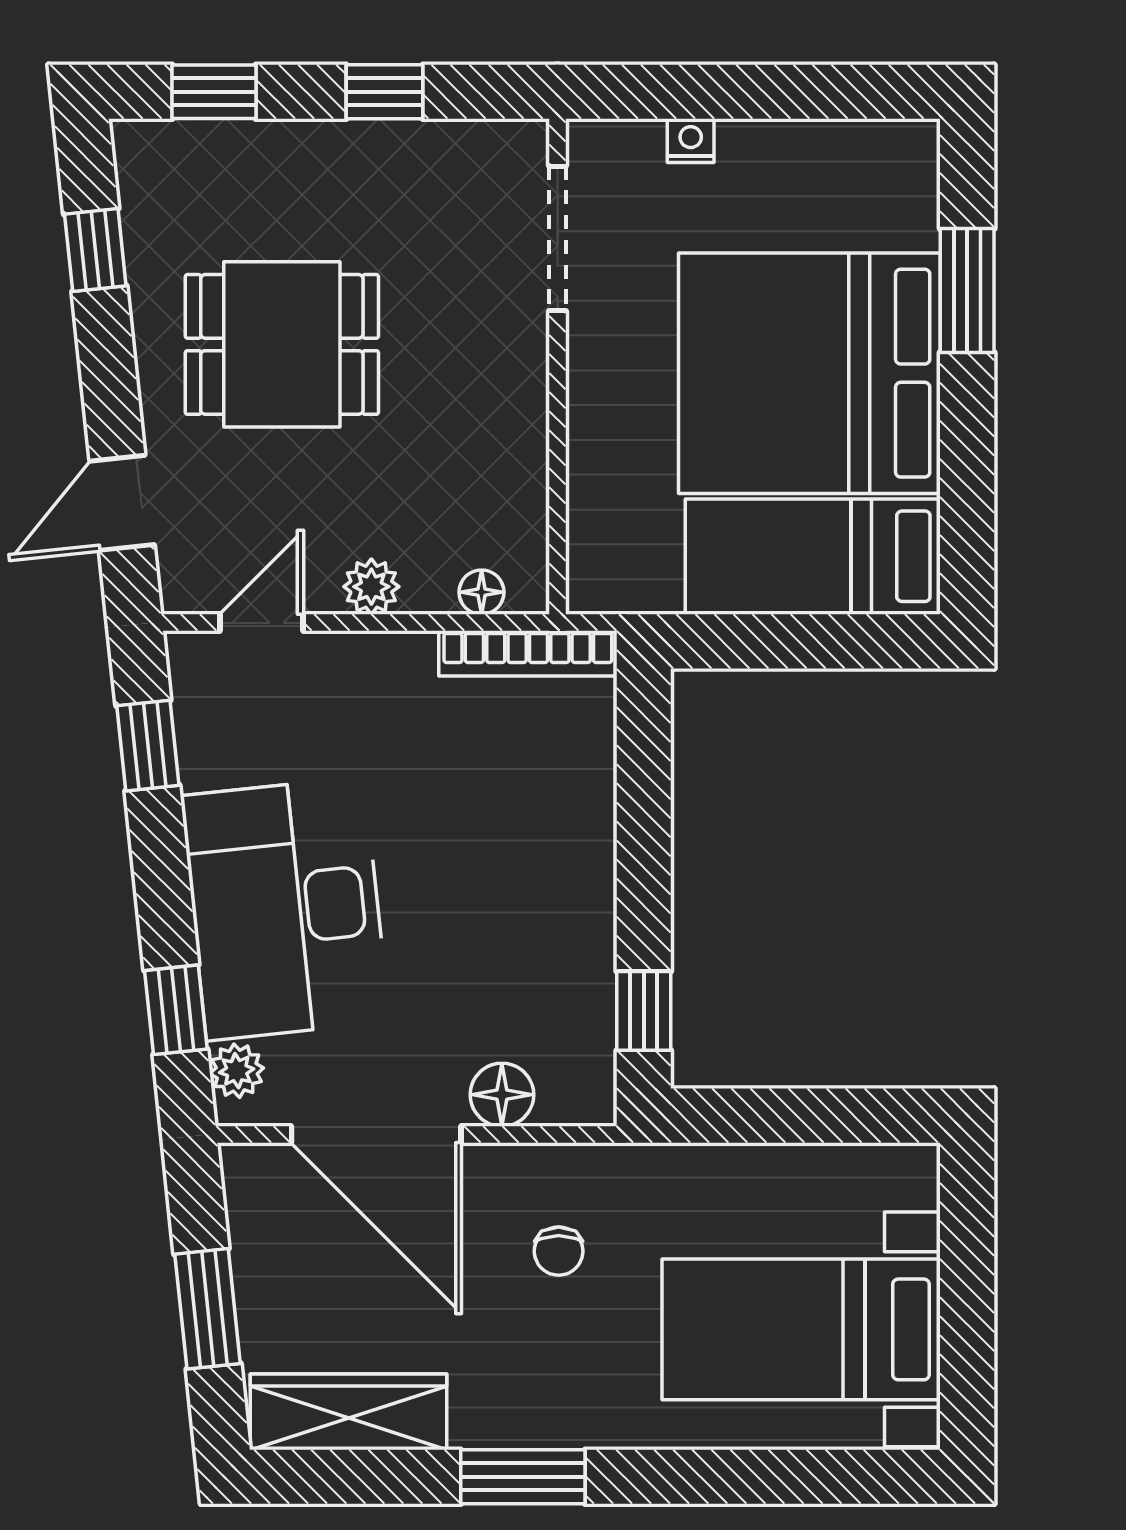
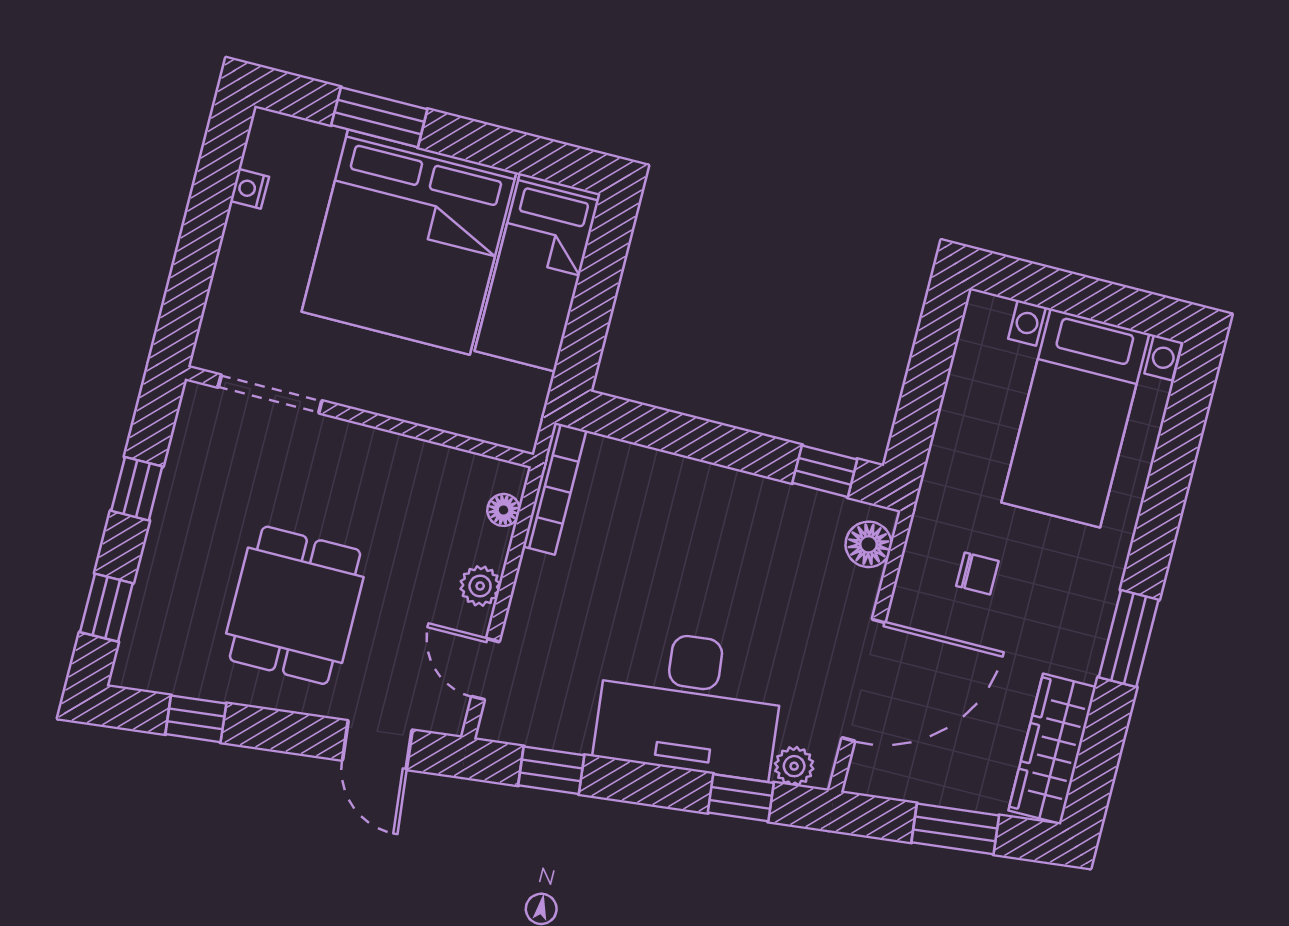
nightstand: (691, 141) -> (250, 189), moved
floor lamp: (502, 1095) -> (869, 544), moved

